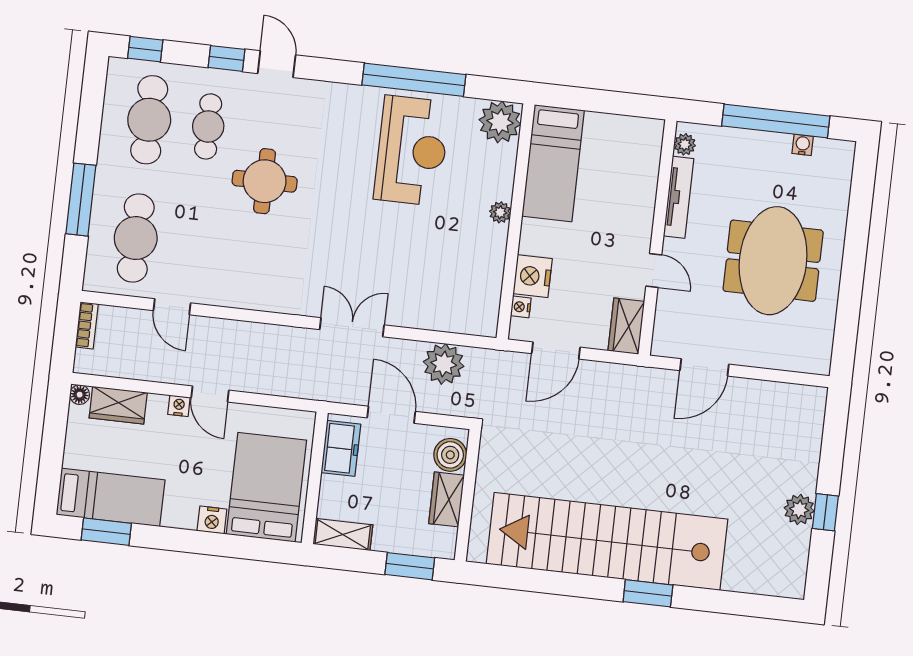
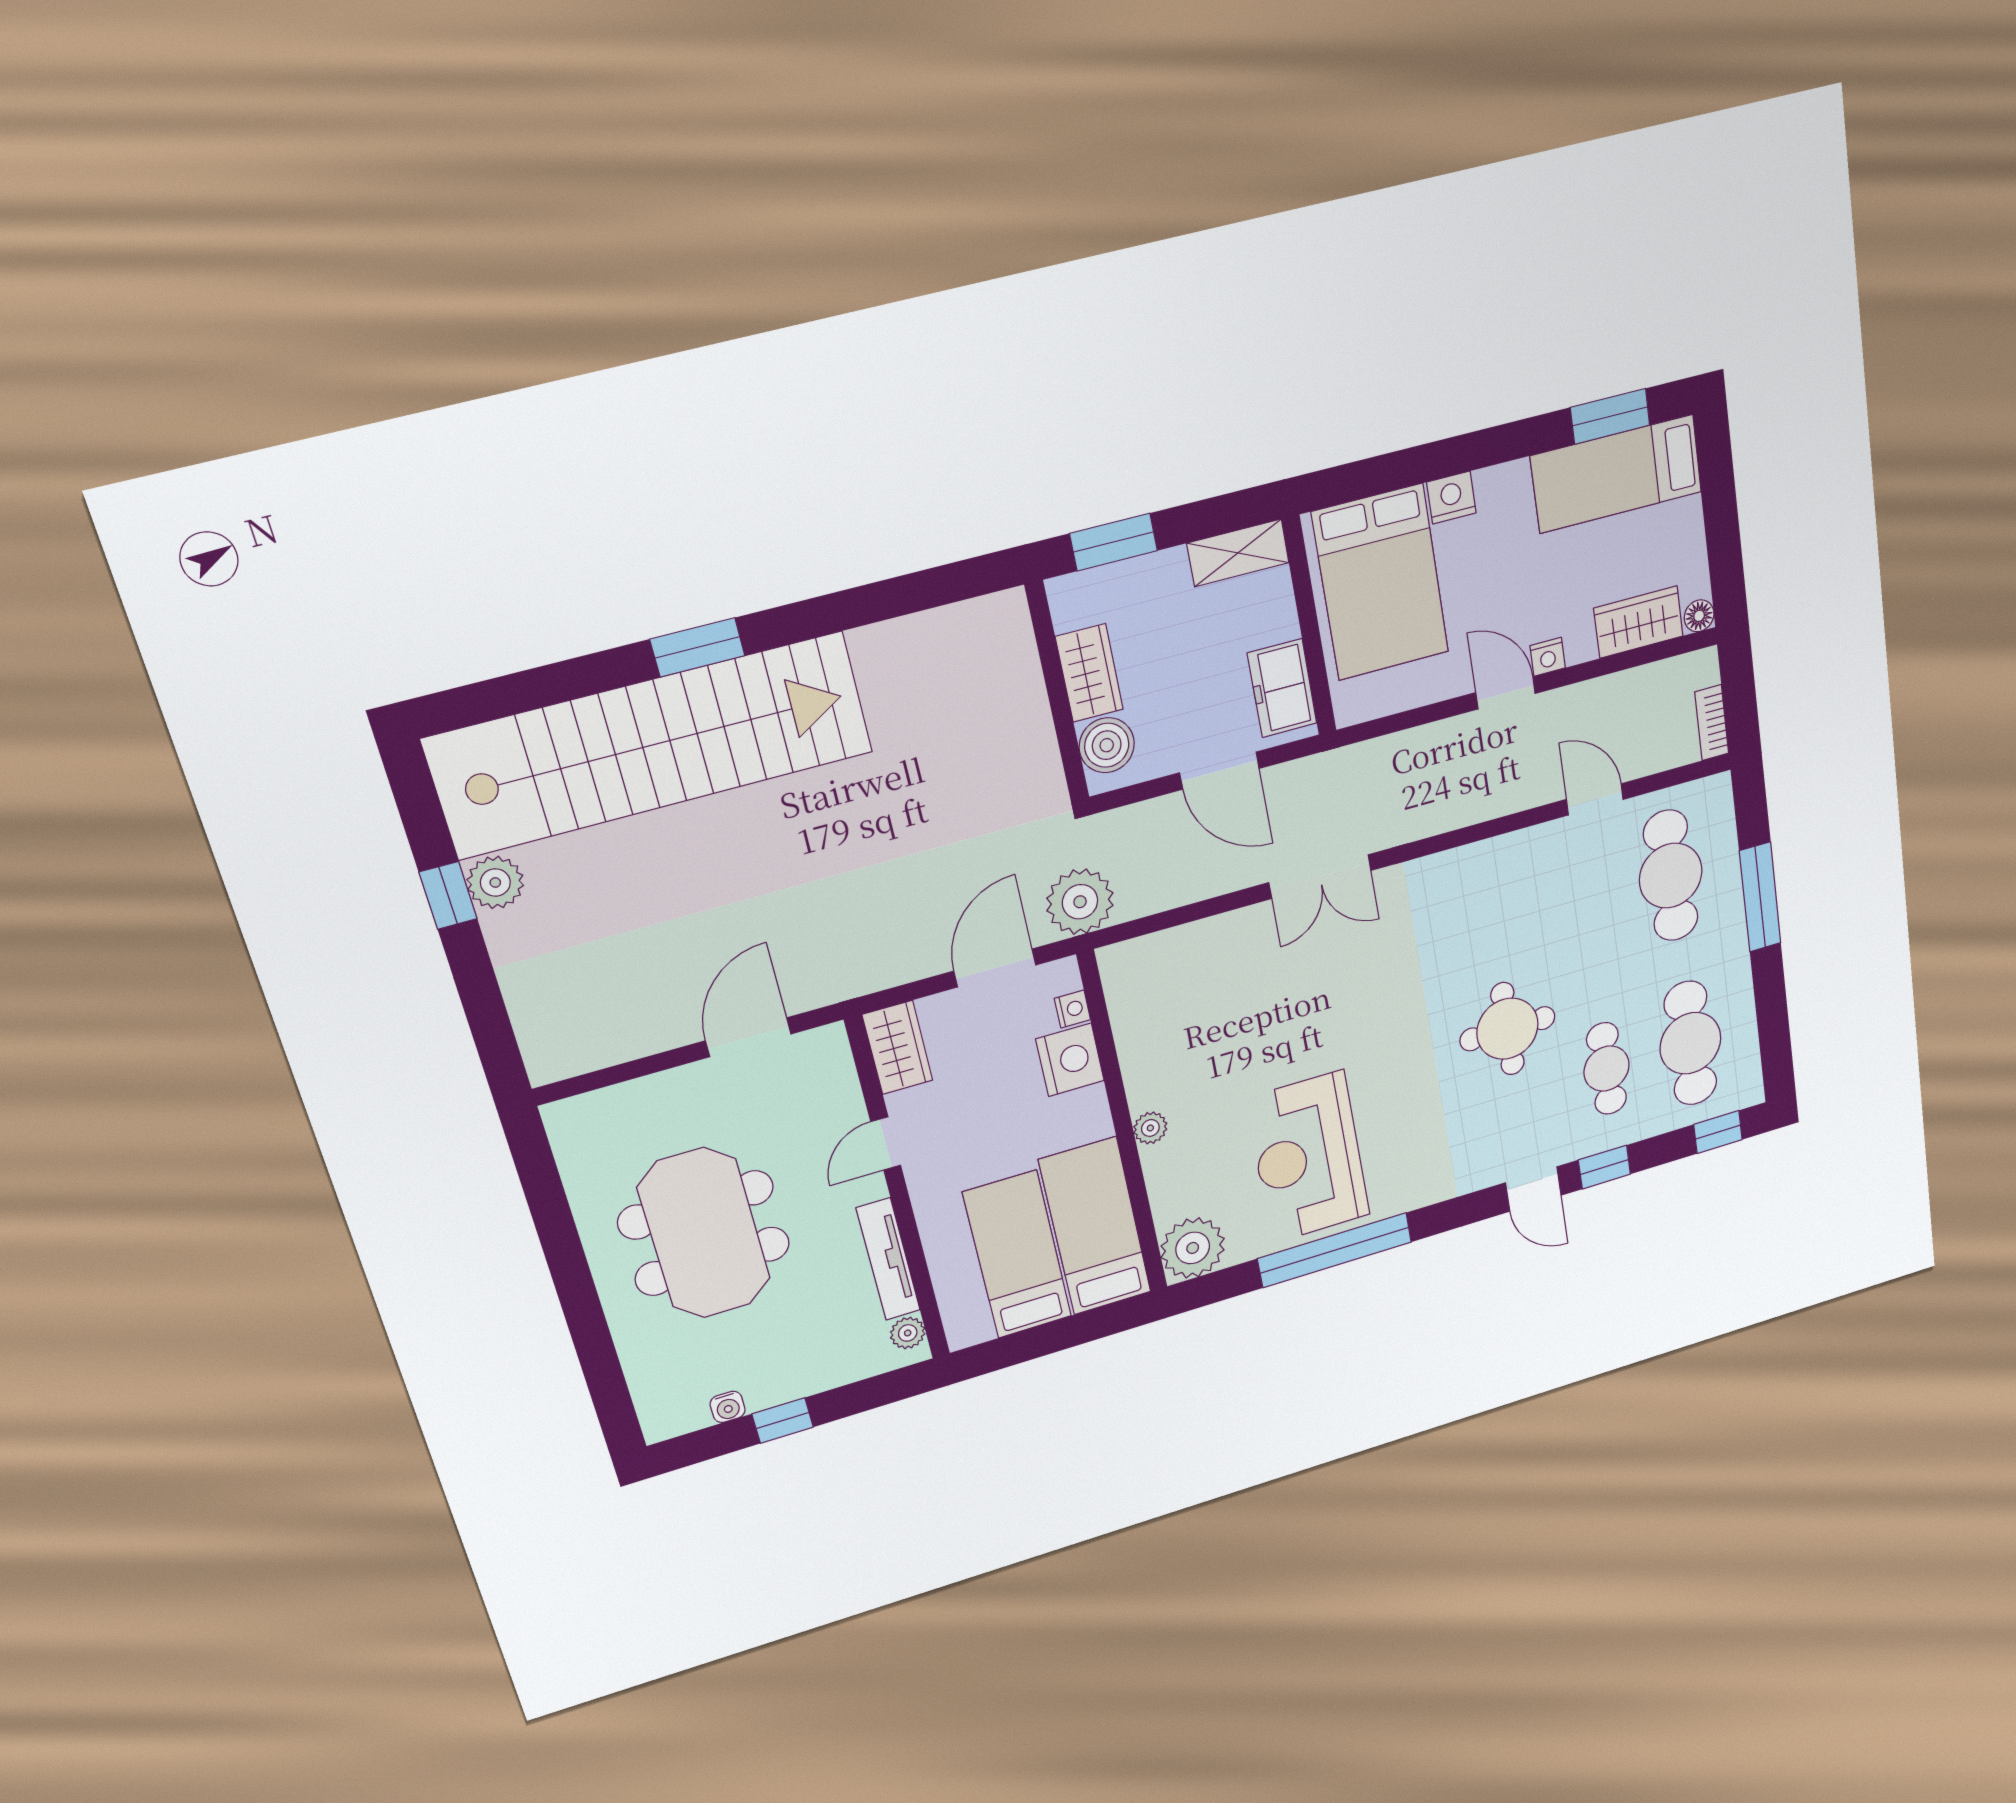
window: (776, 121) -> (783, 1421), width x0.32
bed: (604, 166) -> (1017, 1255), added
door: (654, 271) -> (886, 1143), hinge flipped
plant: (444, 364) -> (1080, 902), moved
stairs: (607, 541) -> (651, 745), moved

